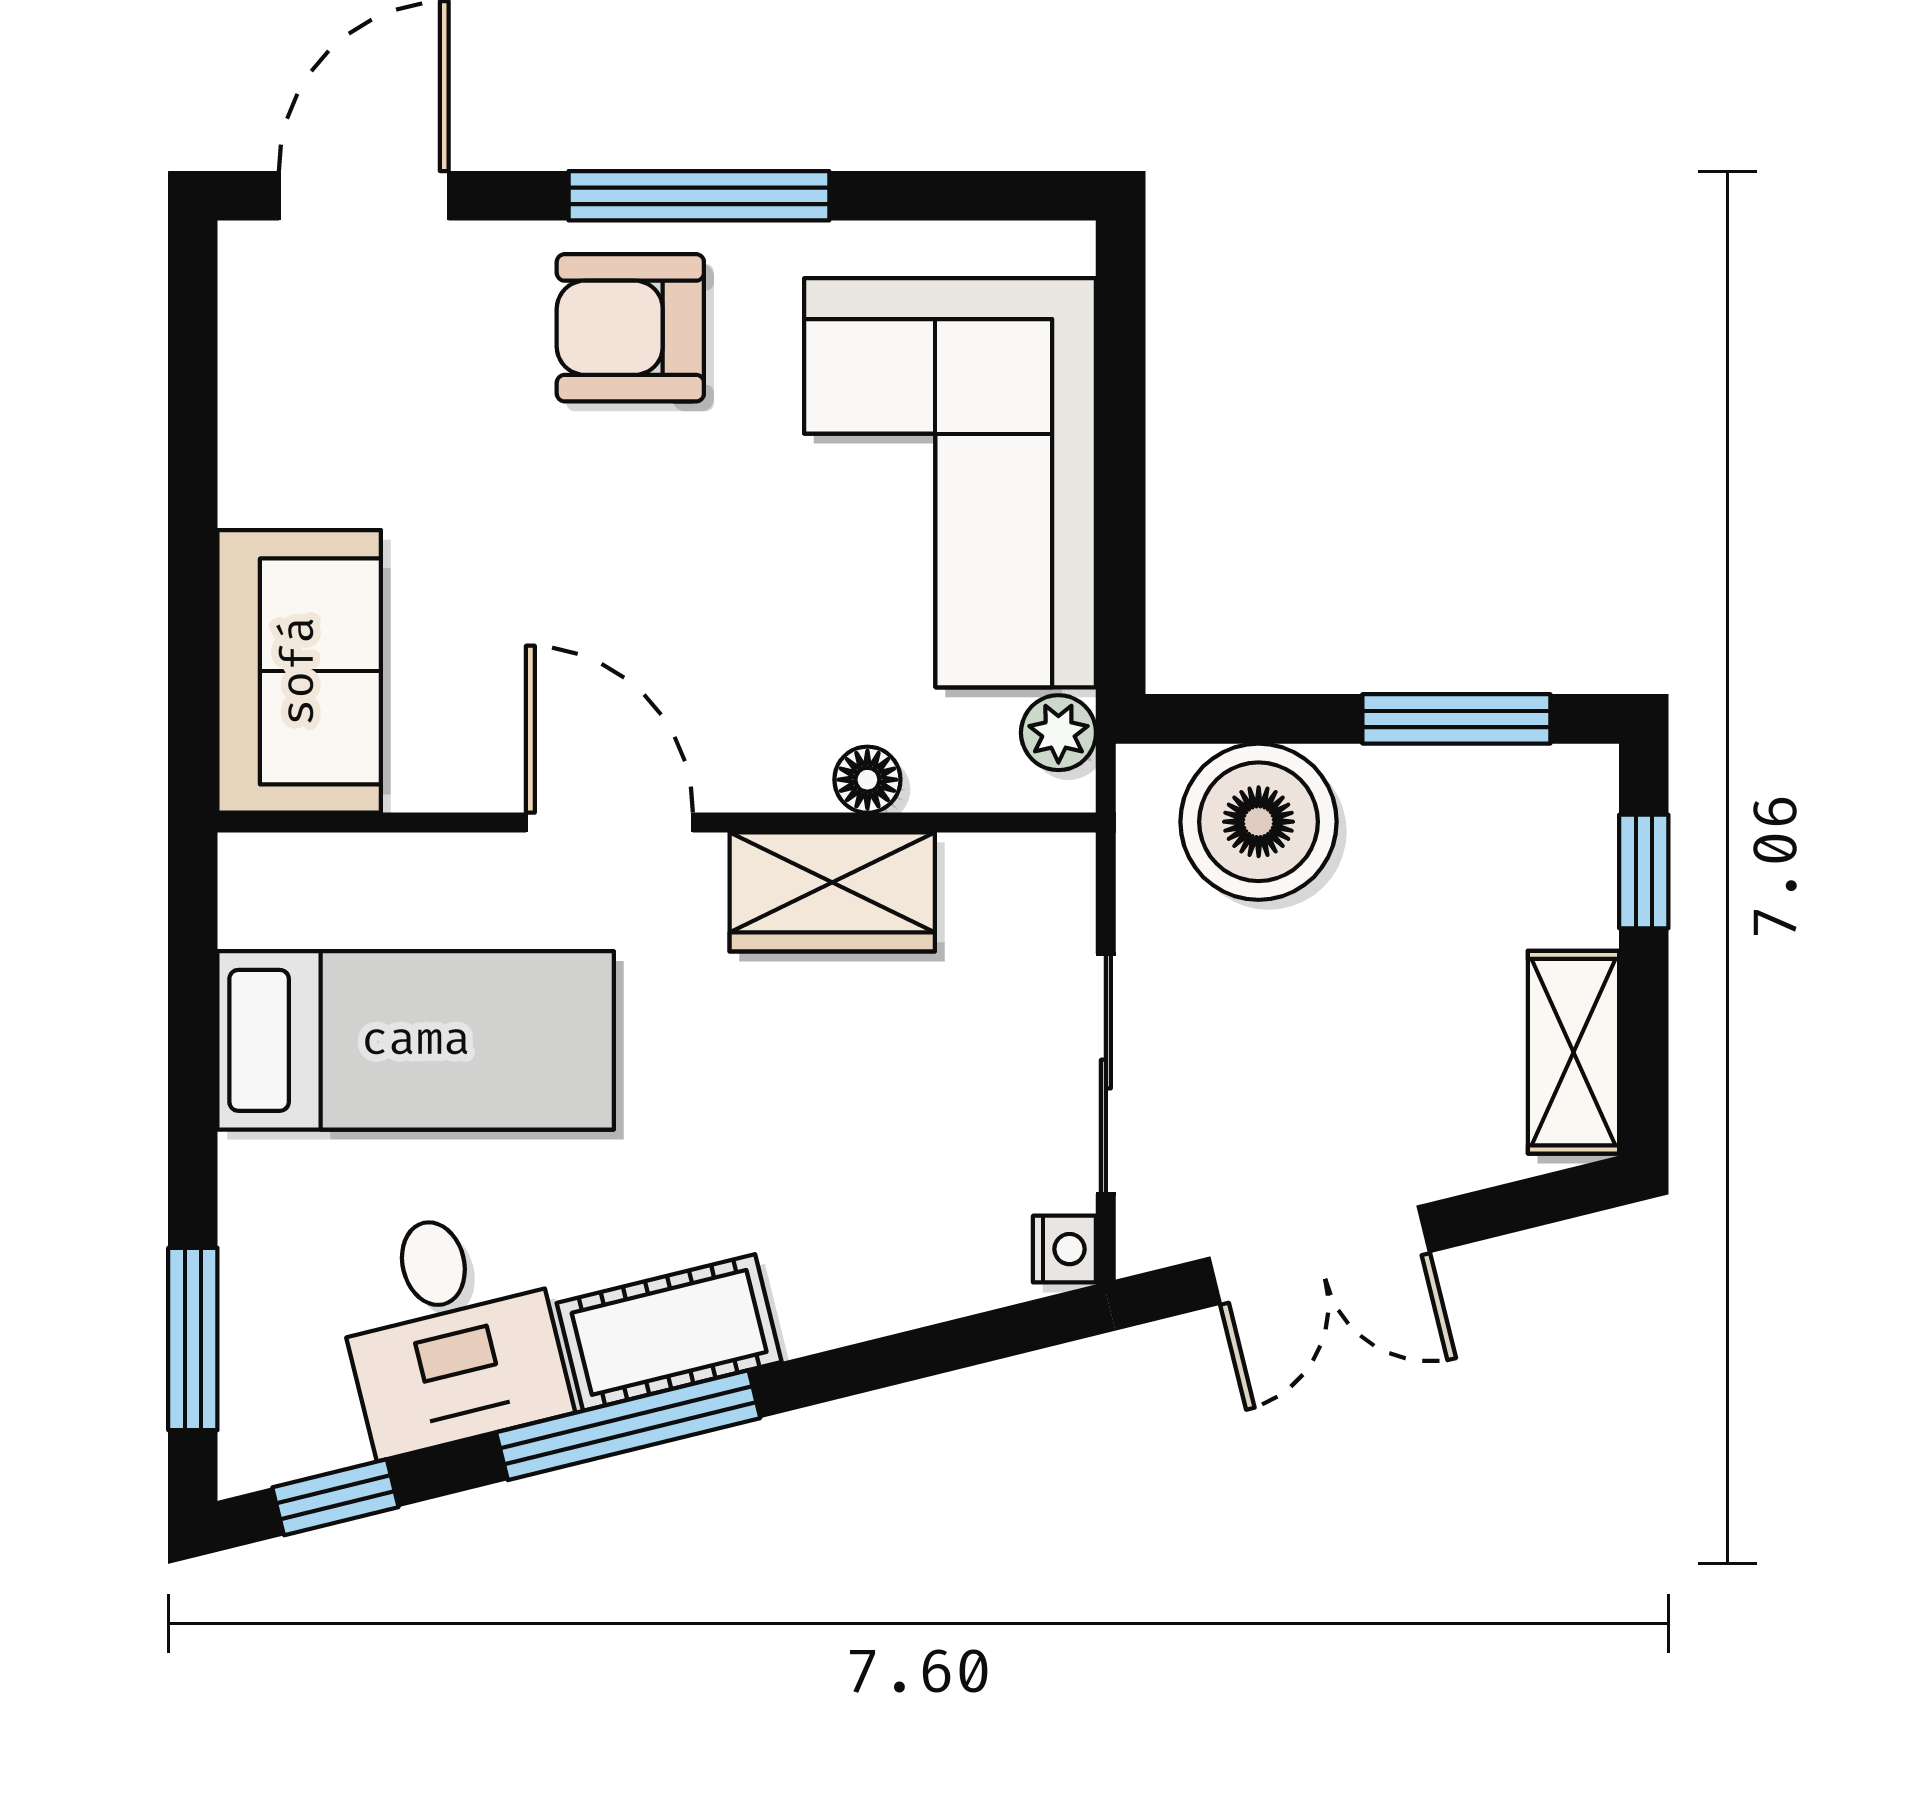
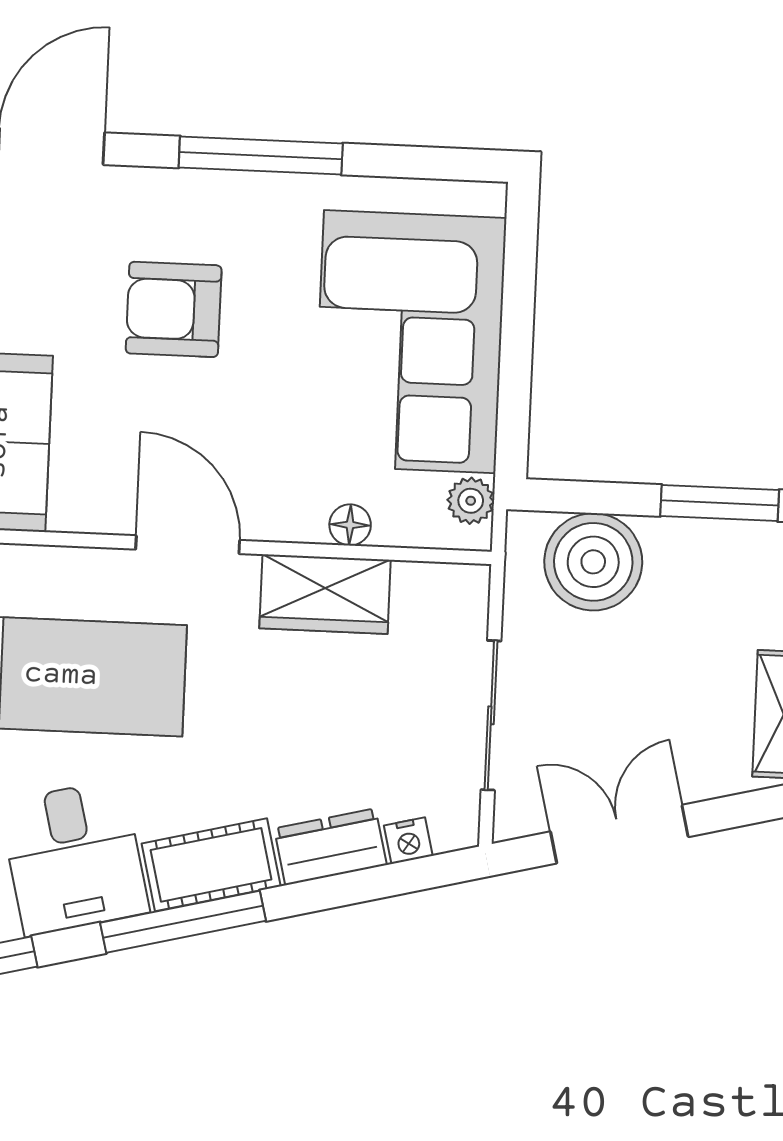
armchair: (630, 328) -> (174, 309), moved
nightstand: (1064, 1249) -> (408, 841), moved, turned 76
double door: (1319, 1255) -> (619, 834), swing flipped
dresser: (859, 1295) -> (330, 847), added

